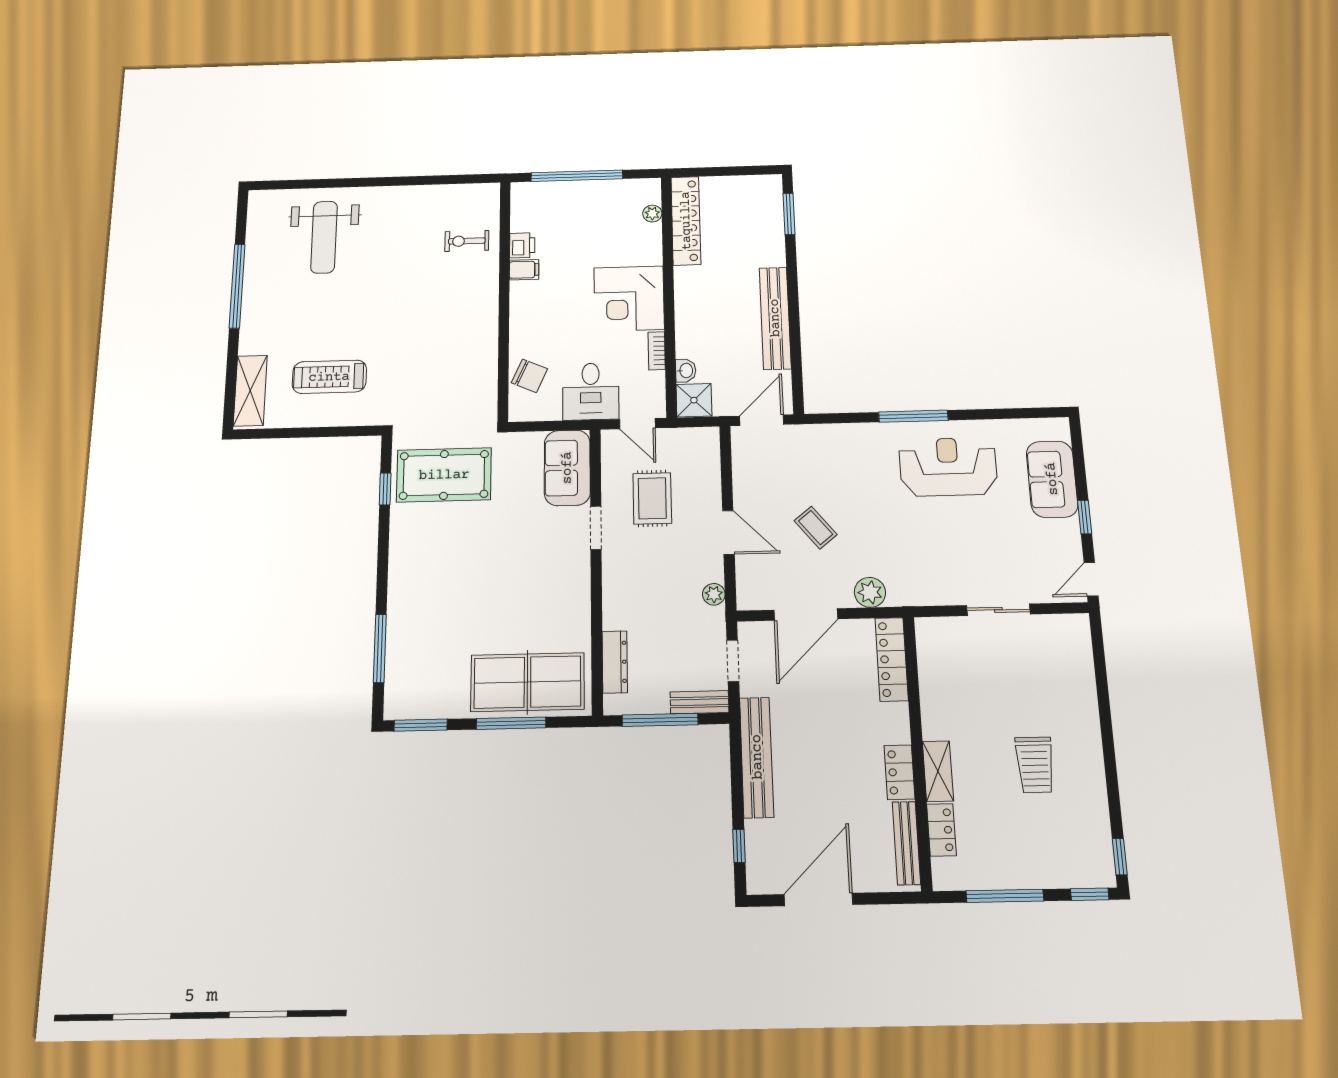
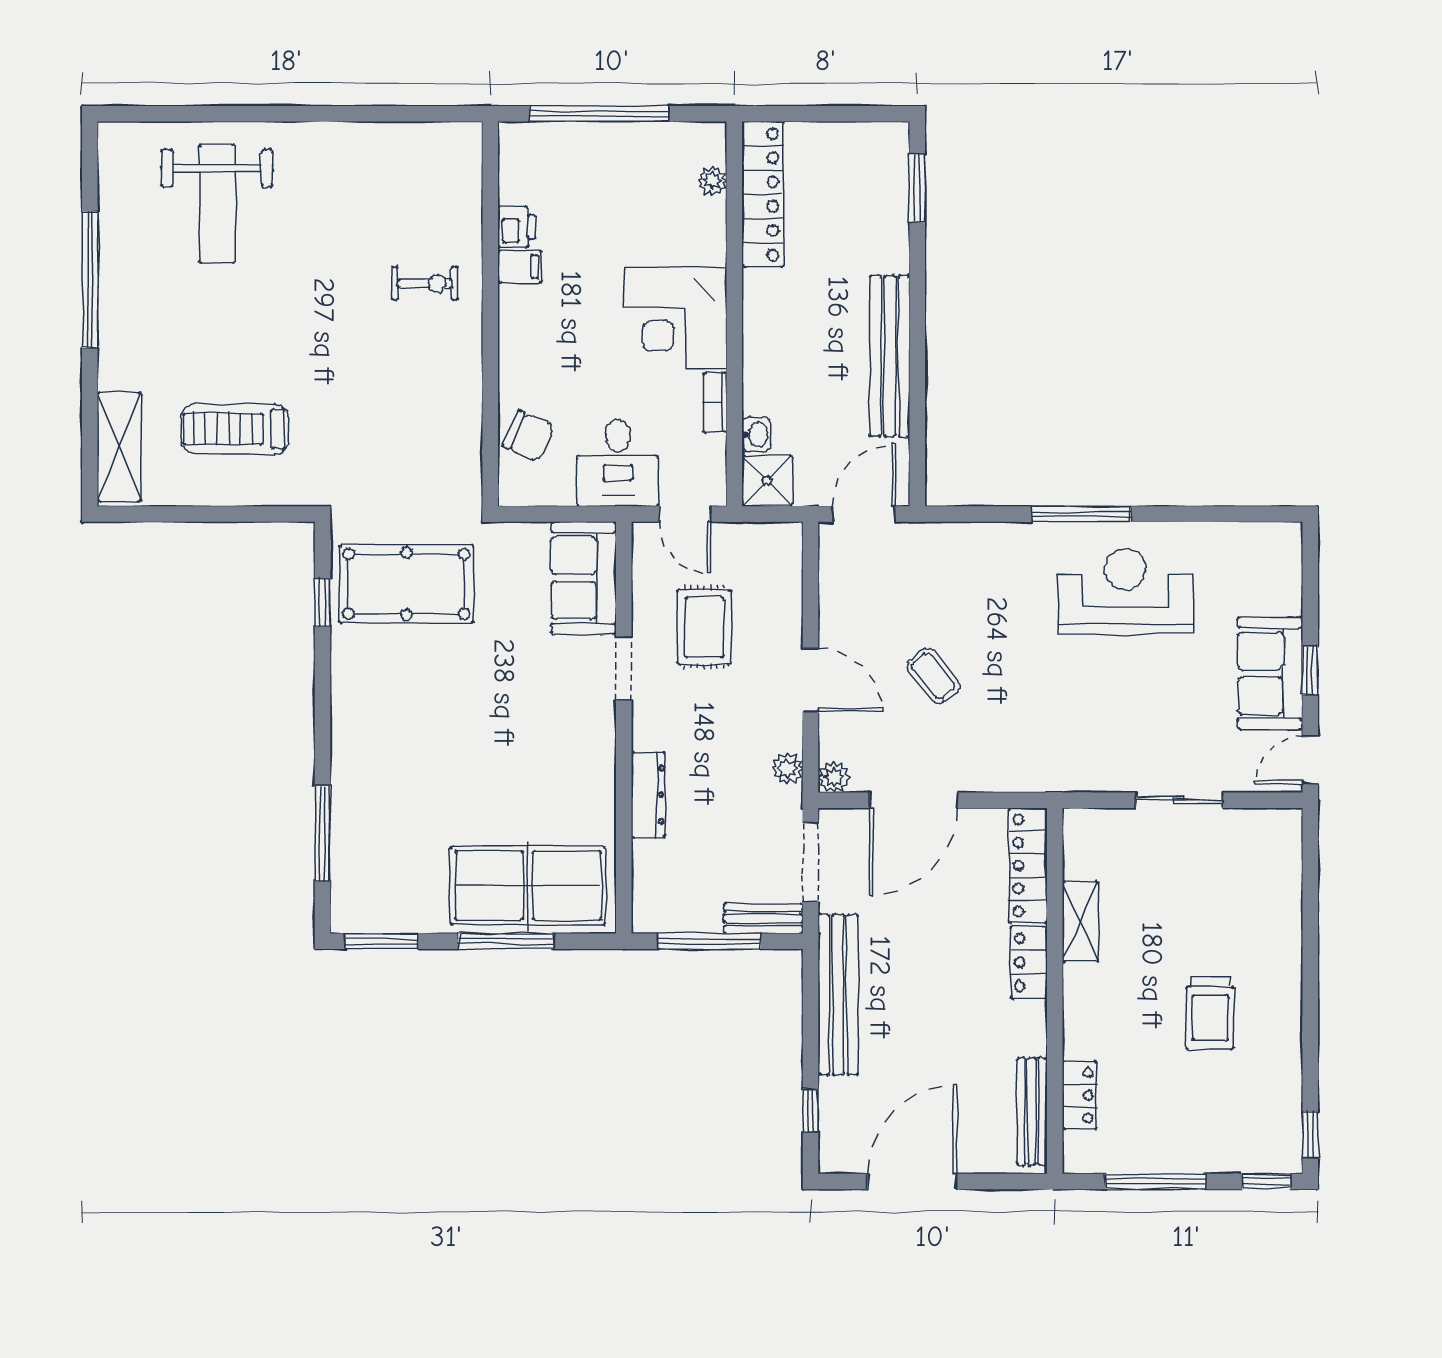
exercise bike: (467, 241) -> (425, 283), moved, turned 180
sofa: (1052, 479) -> (1270, 673), moved
plant: (870, 592) -> (834, 777), moved, width x0.73, depth x0.73
doorway: (733, 661) -> (811, 862), width x1.38
dresser: (615, 662) -> (648, 795), moved
shelving: (938, 771) -> (1080, 922), moved
locker: (899, 772) -> (1029, 962), moved

